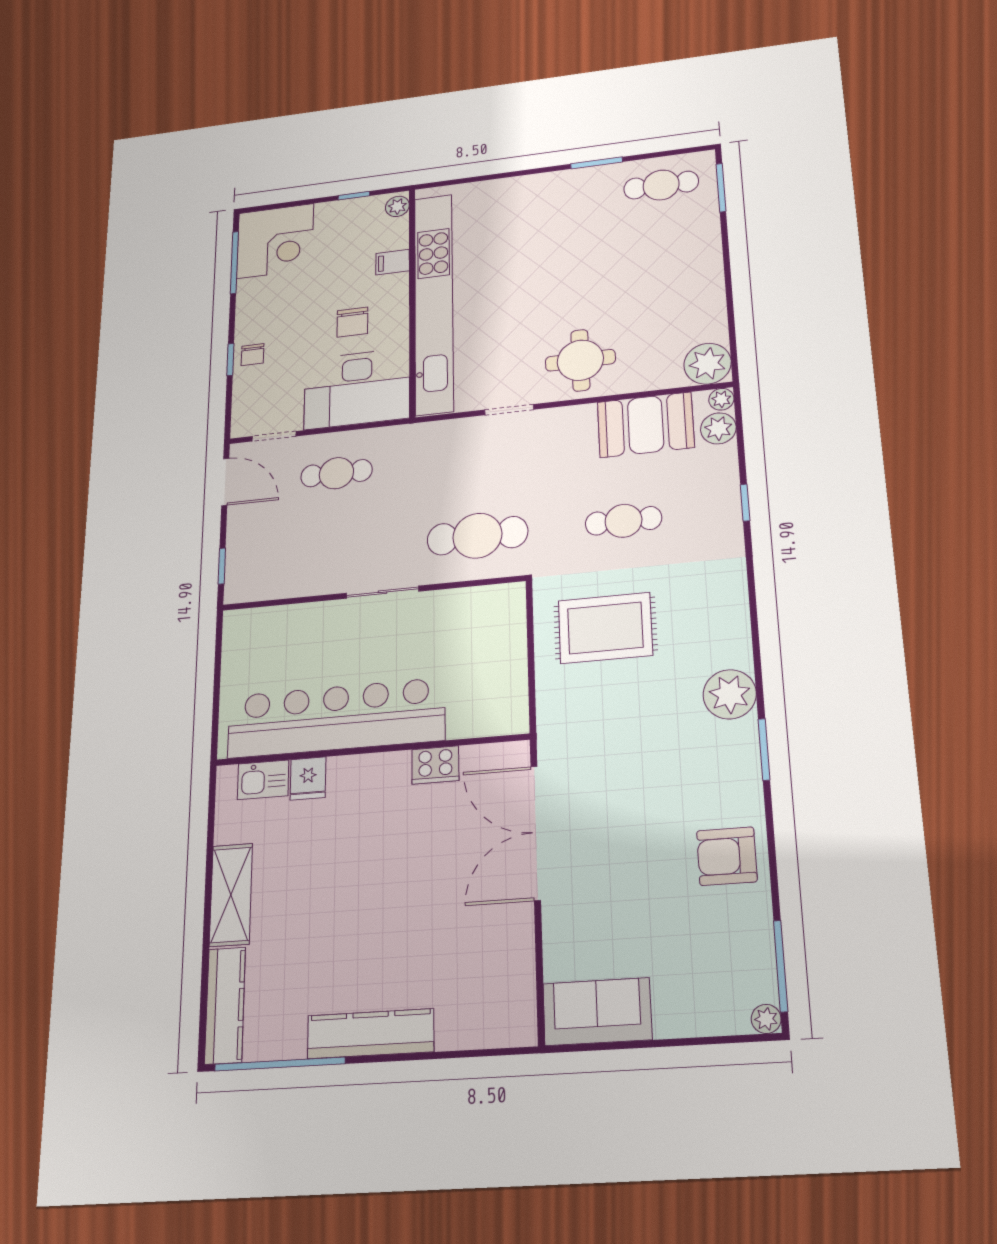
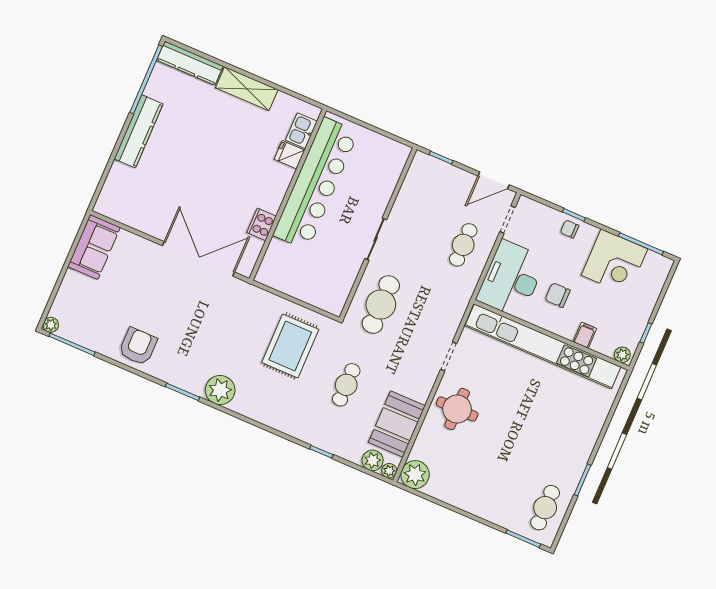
corner desk: (275, 241) -> (614, 262), moved, turned -90

